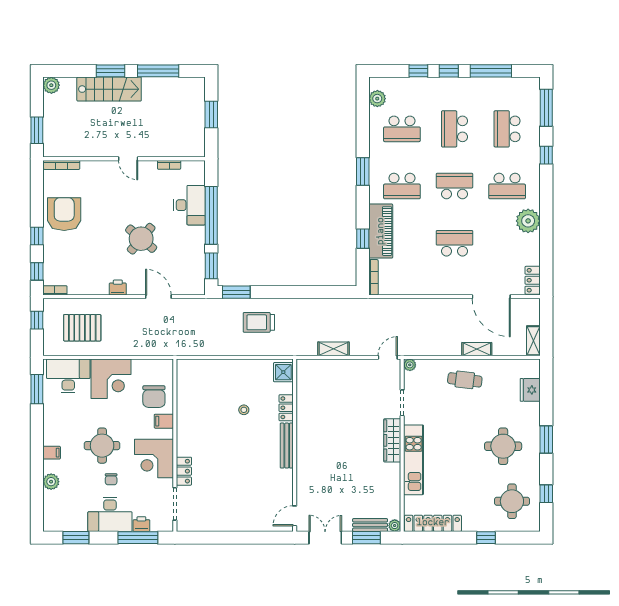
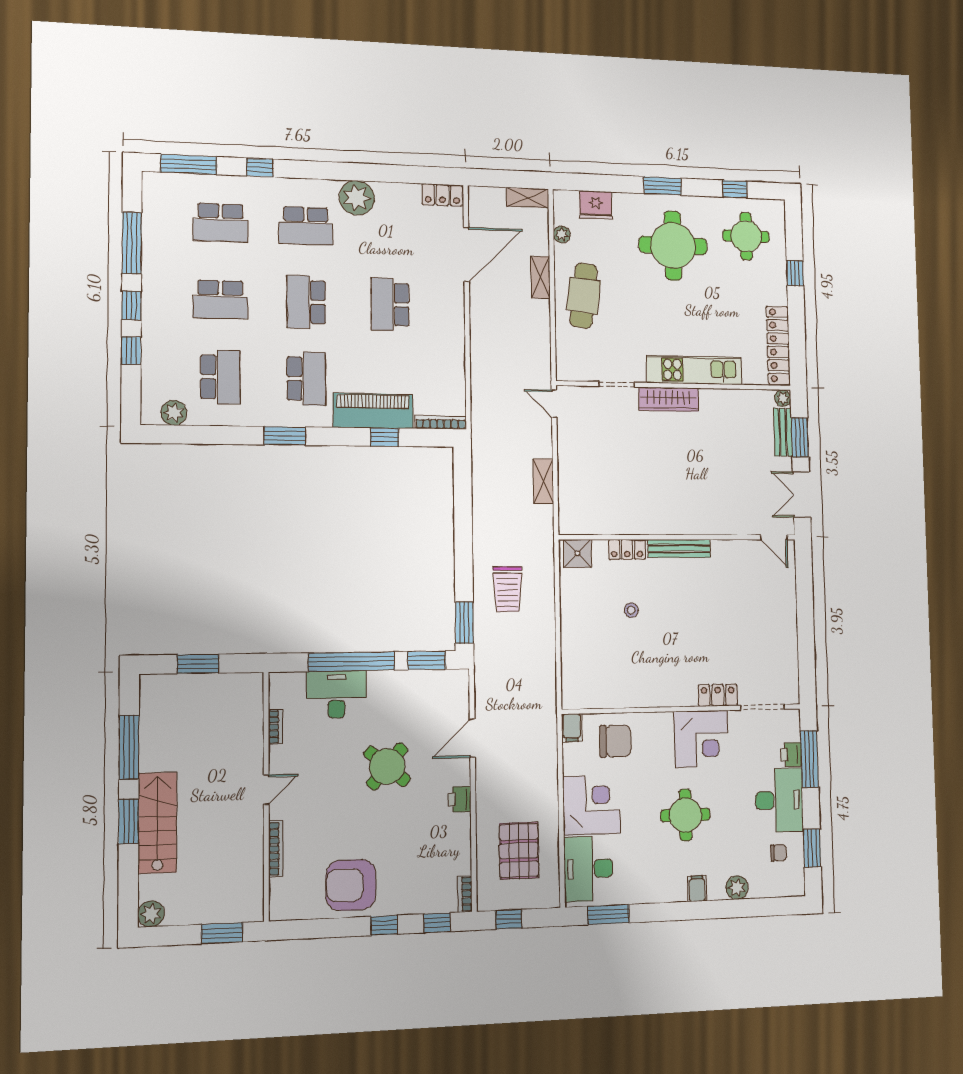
bookcase: (62, 165) -> (276, 849), moved
school desk: (507, 186) -> (306, 226), turned 90
plant: (410, 365) -> (562, 234), moved
cafe table: (465, 380) -> (584, 296), width x1.37, depth x1.35
filing cabinet: (164, 421) -> (572, 728), moved
round table: (503, 446) -> (673, 246), width x1.36, depth x1.36
chair: (111, 479) -> (779, 853), moved

